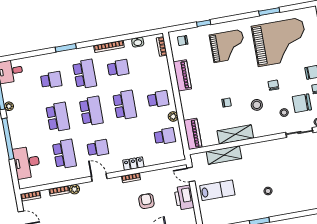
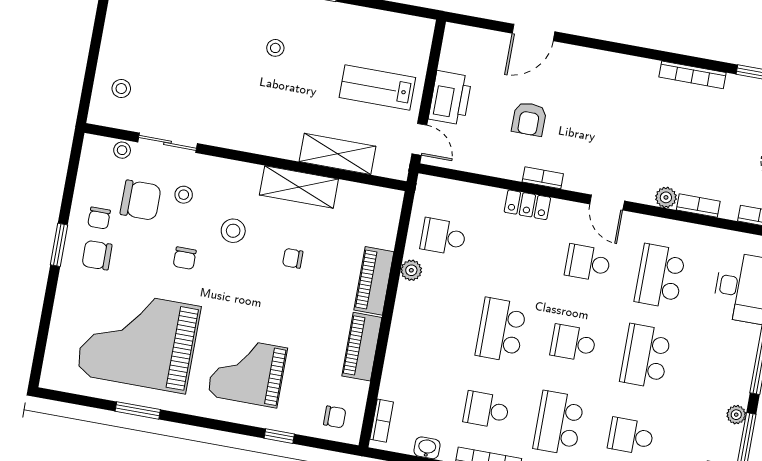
school desk: (158, 99) -> (429, 317), removed
school desk: (91, 111) -> (573, 343), width x0.54
piano: (193, 134) -> (374, 281), moved

